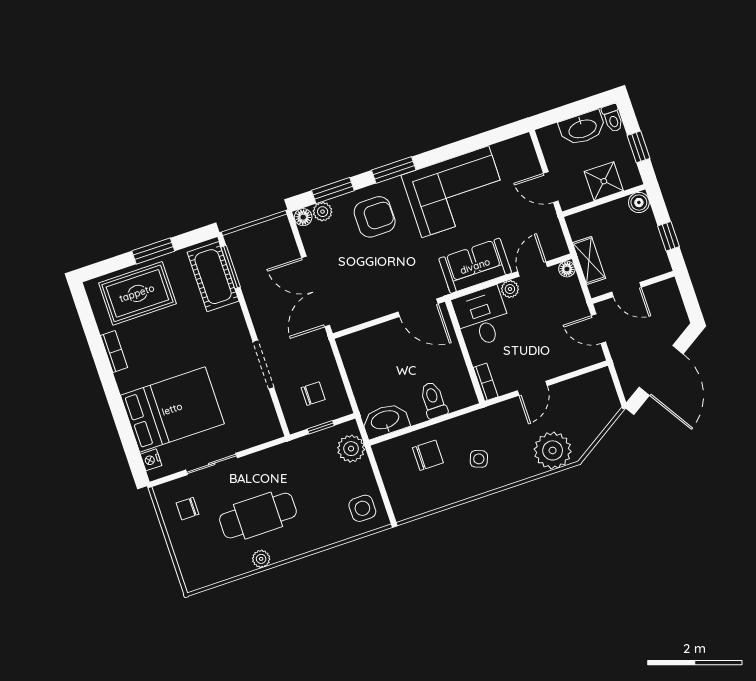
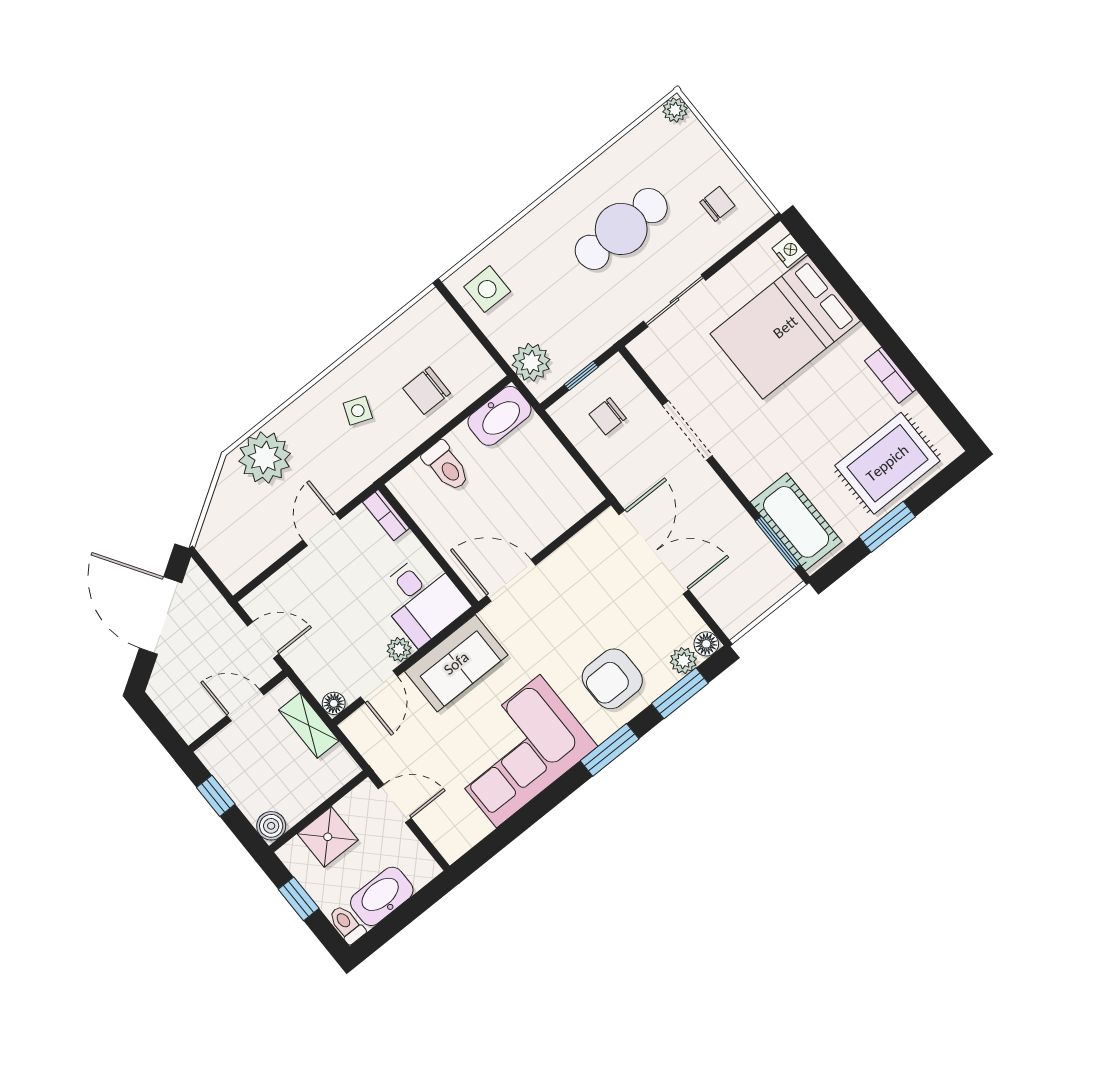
sliding door: (212, 464) -> (675, 301), moved
plant: (261, 559) -> (675, 110), moved

